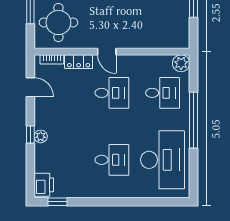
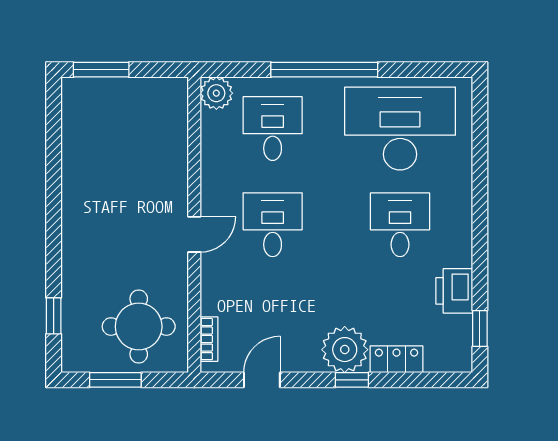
locker: (79, 62) -> (397, 359), moved, turned -90
plant: (41, 136) -> (345, 350), width x1.88, depth x1.88
printer: (44, 185) -> (454, 291), moved, turned -90

